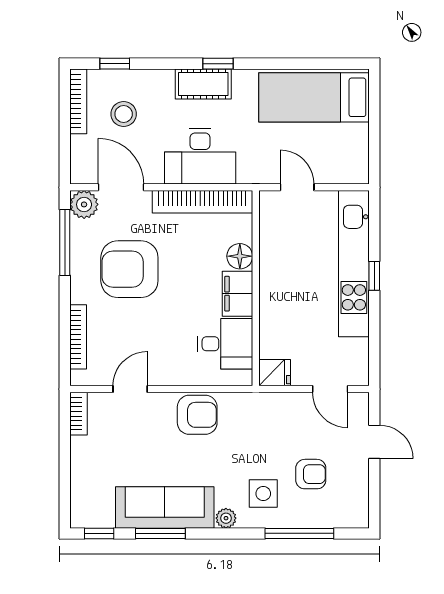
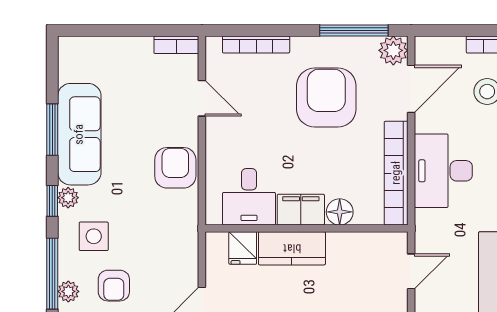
kitchen counter: (275, 302) -> (292, 248), added
fridge: (275, 373) -> (243, 248), moved
armchair: (197, 415) -> (175, 168), turned 180
plant: (316, 518) -> (68, 291), added
window: (99, 533) -> (52, 201), moved

